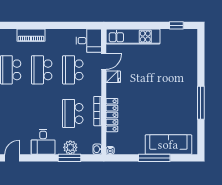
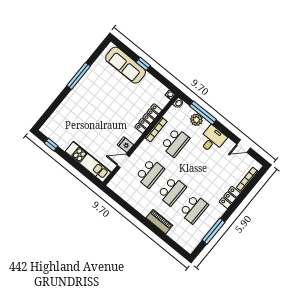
desk: (89, 41) -> (122, 184), removed
window: (70, 158) -> (203, 113), width x1.44
window: (154, 158) -> (143, 64), width x0.46

